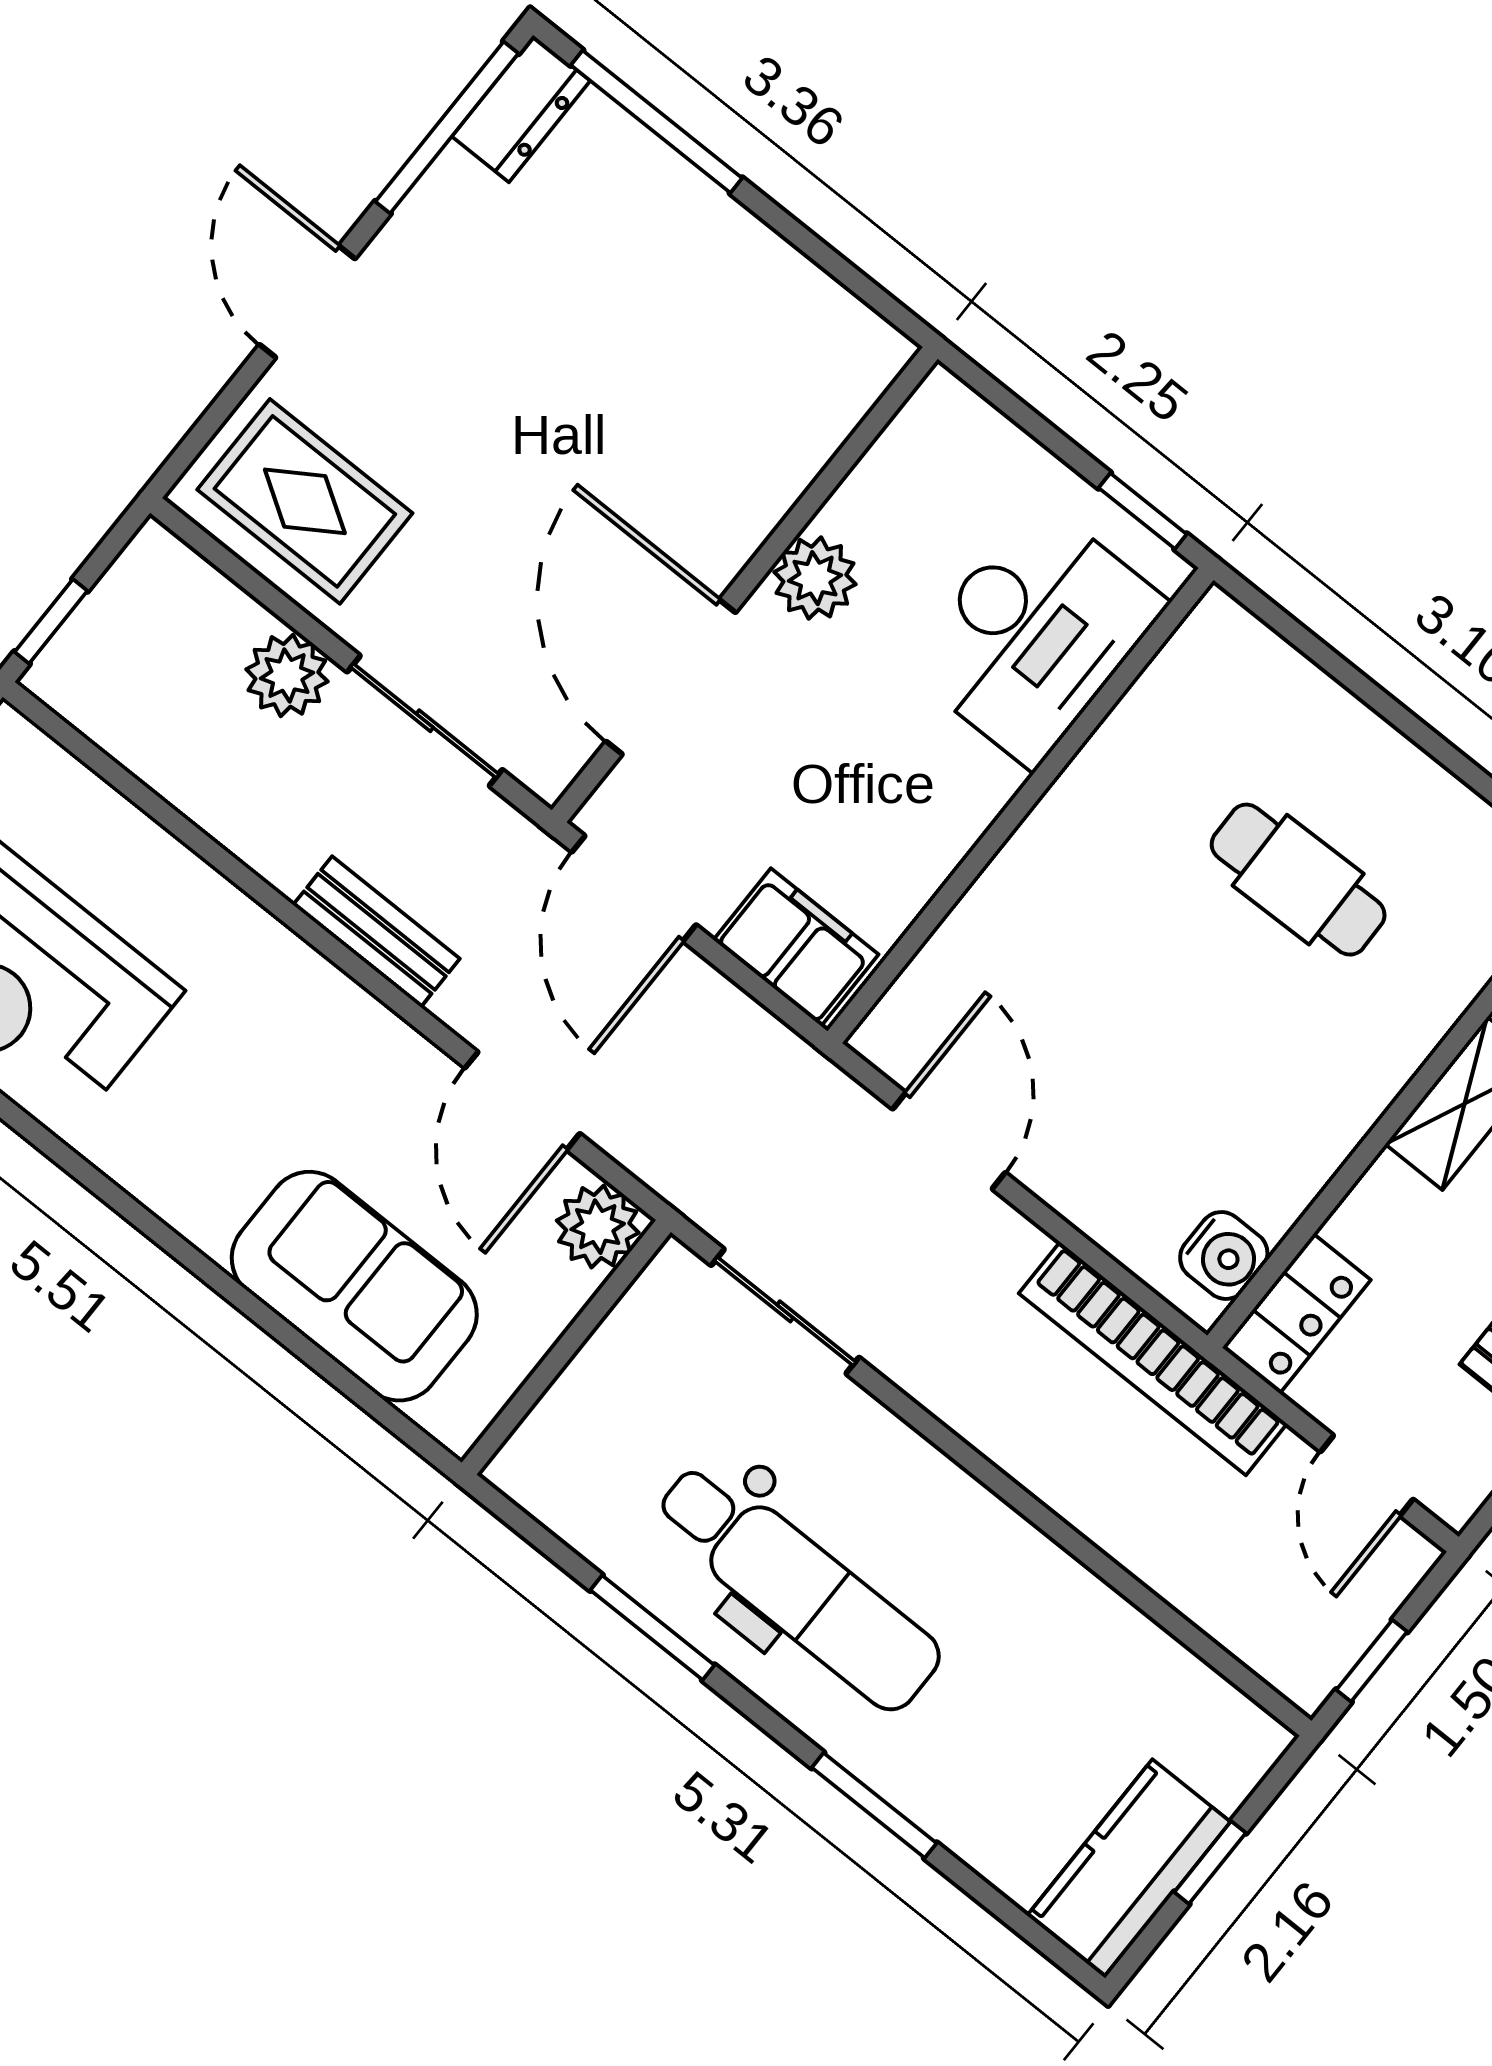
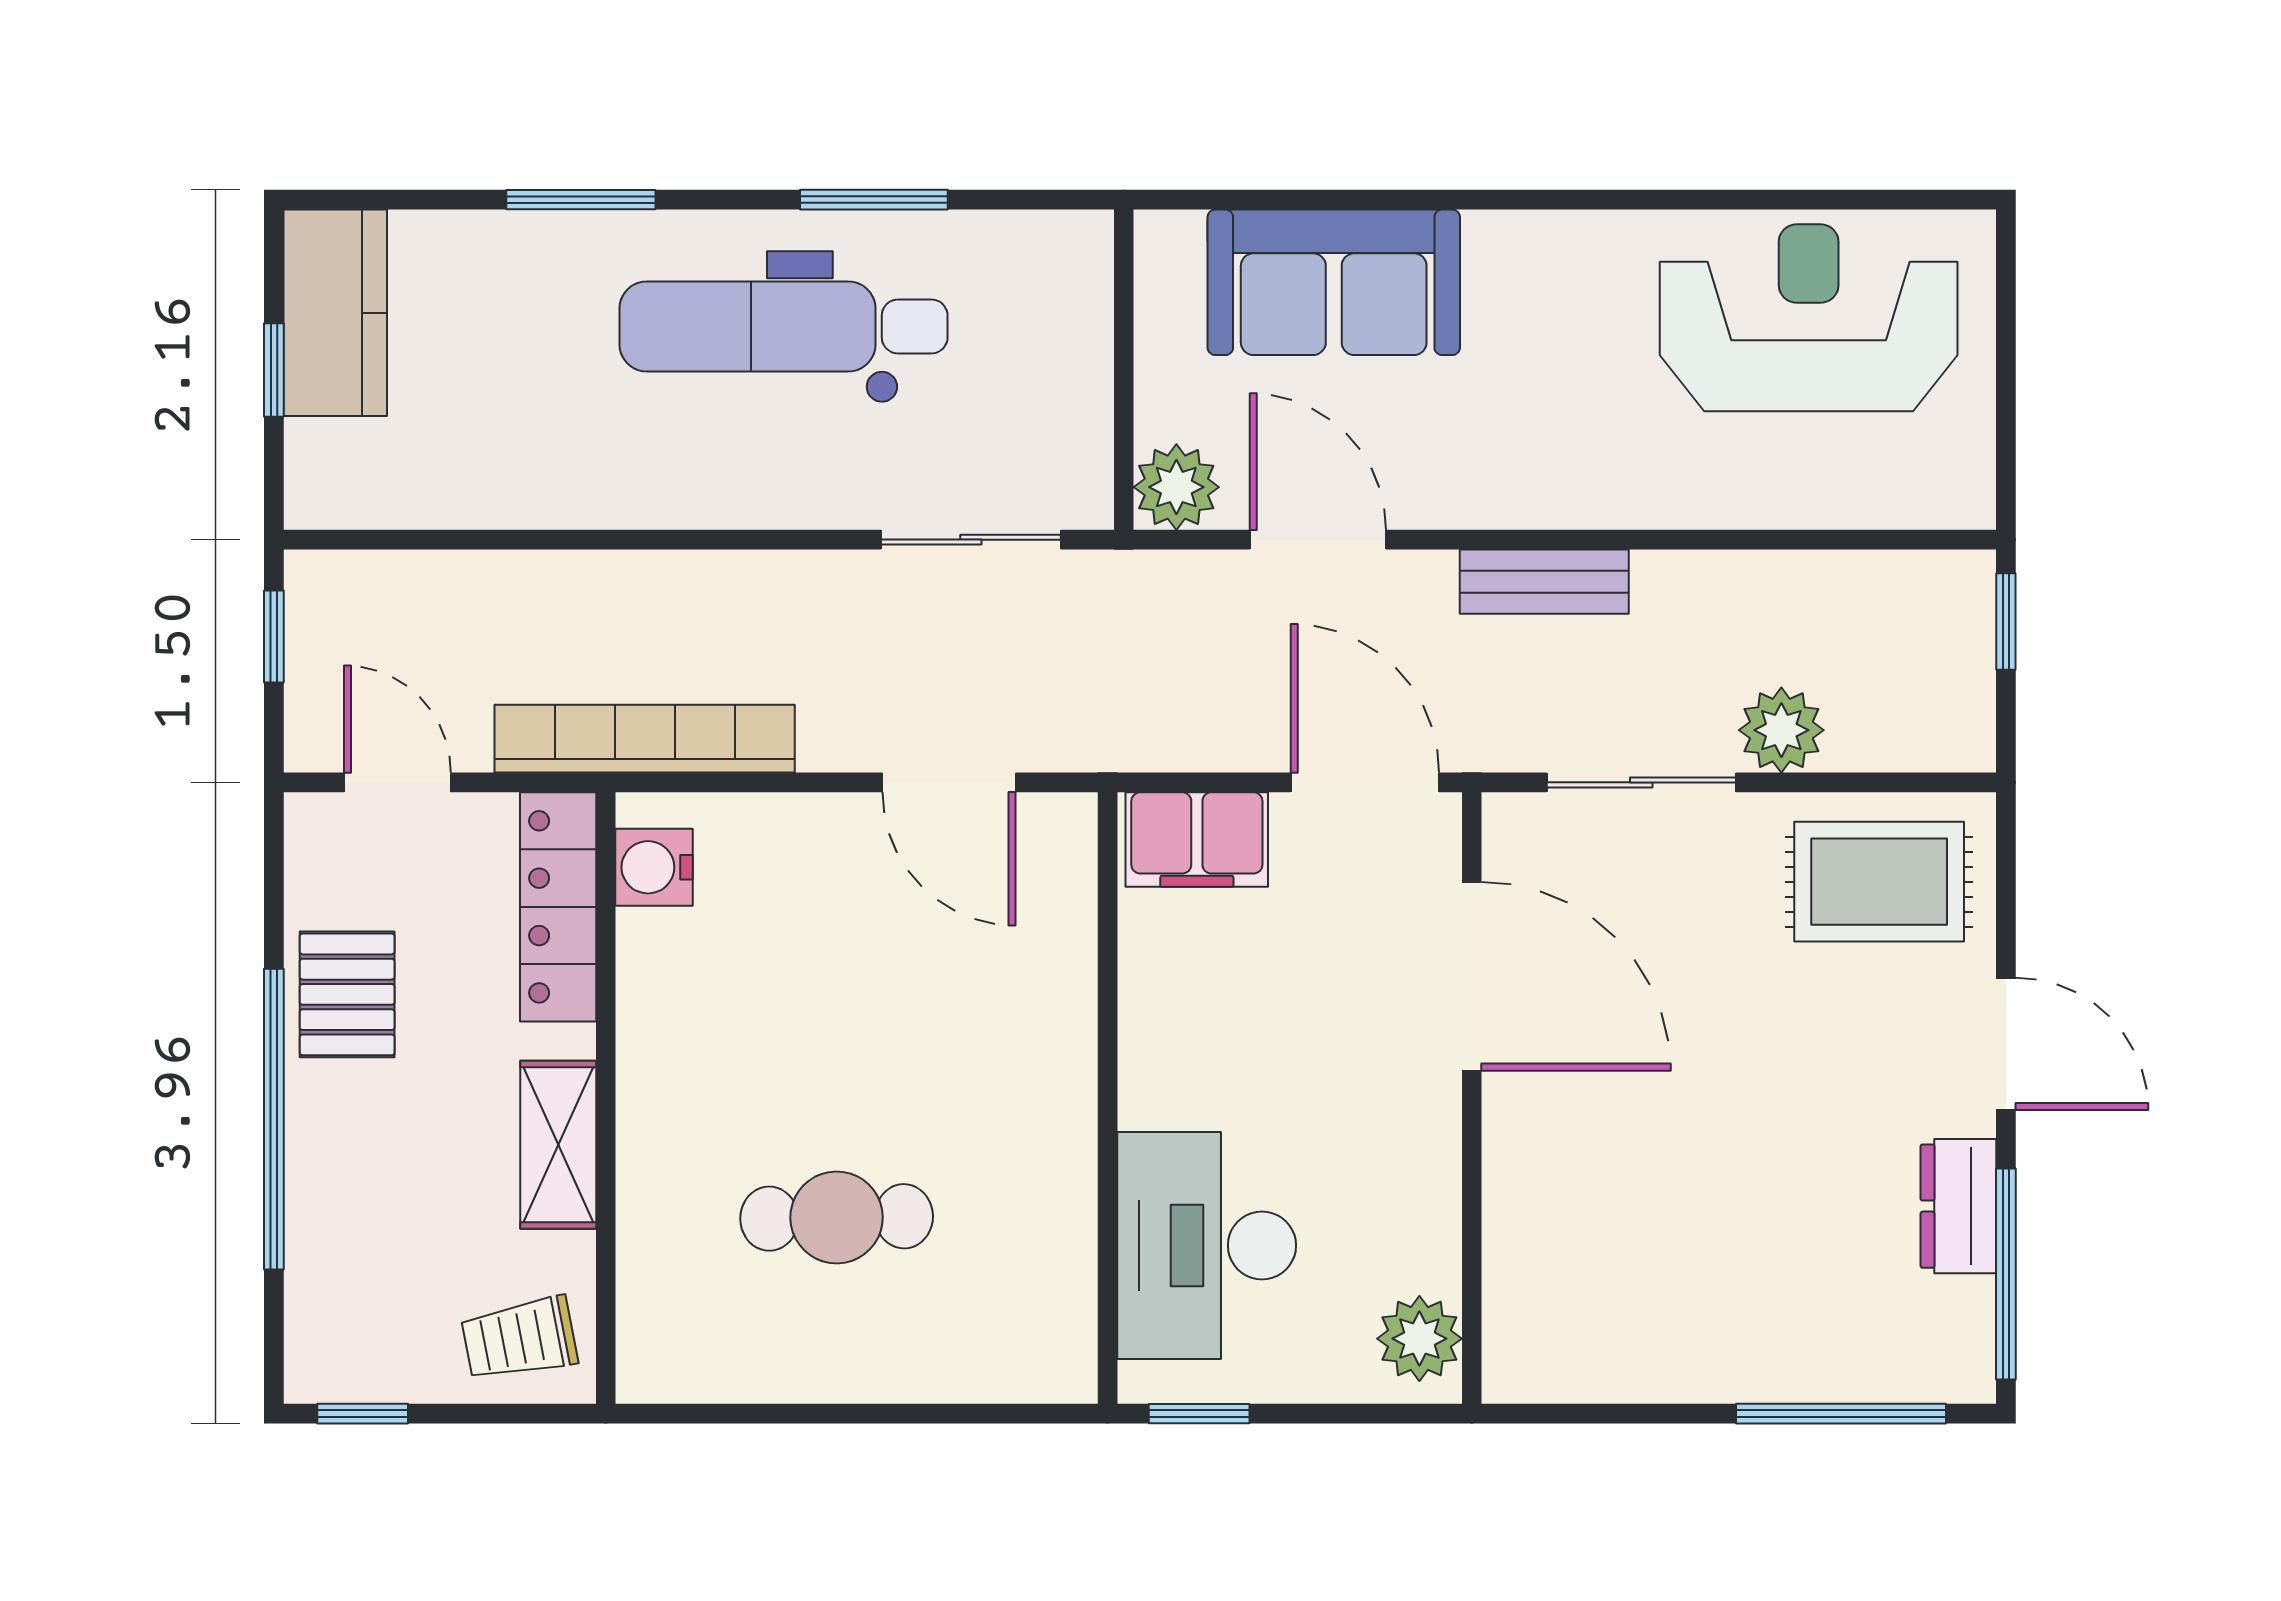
dresser: (521, 109) -> (1958, 1206), moved
plant: (815, 578) -> (1419, 1339), moved
locker: (1297, 1314) -> (558, 907), width x1.53

